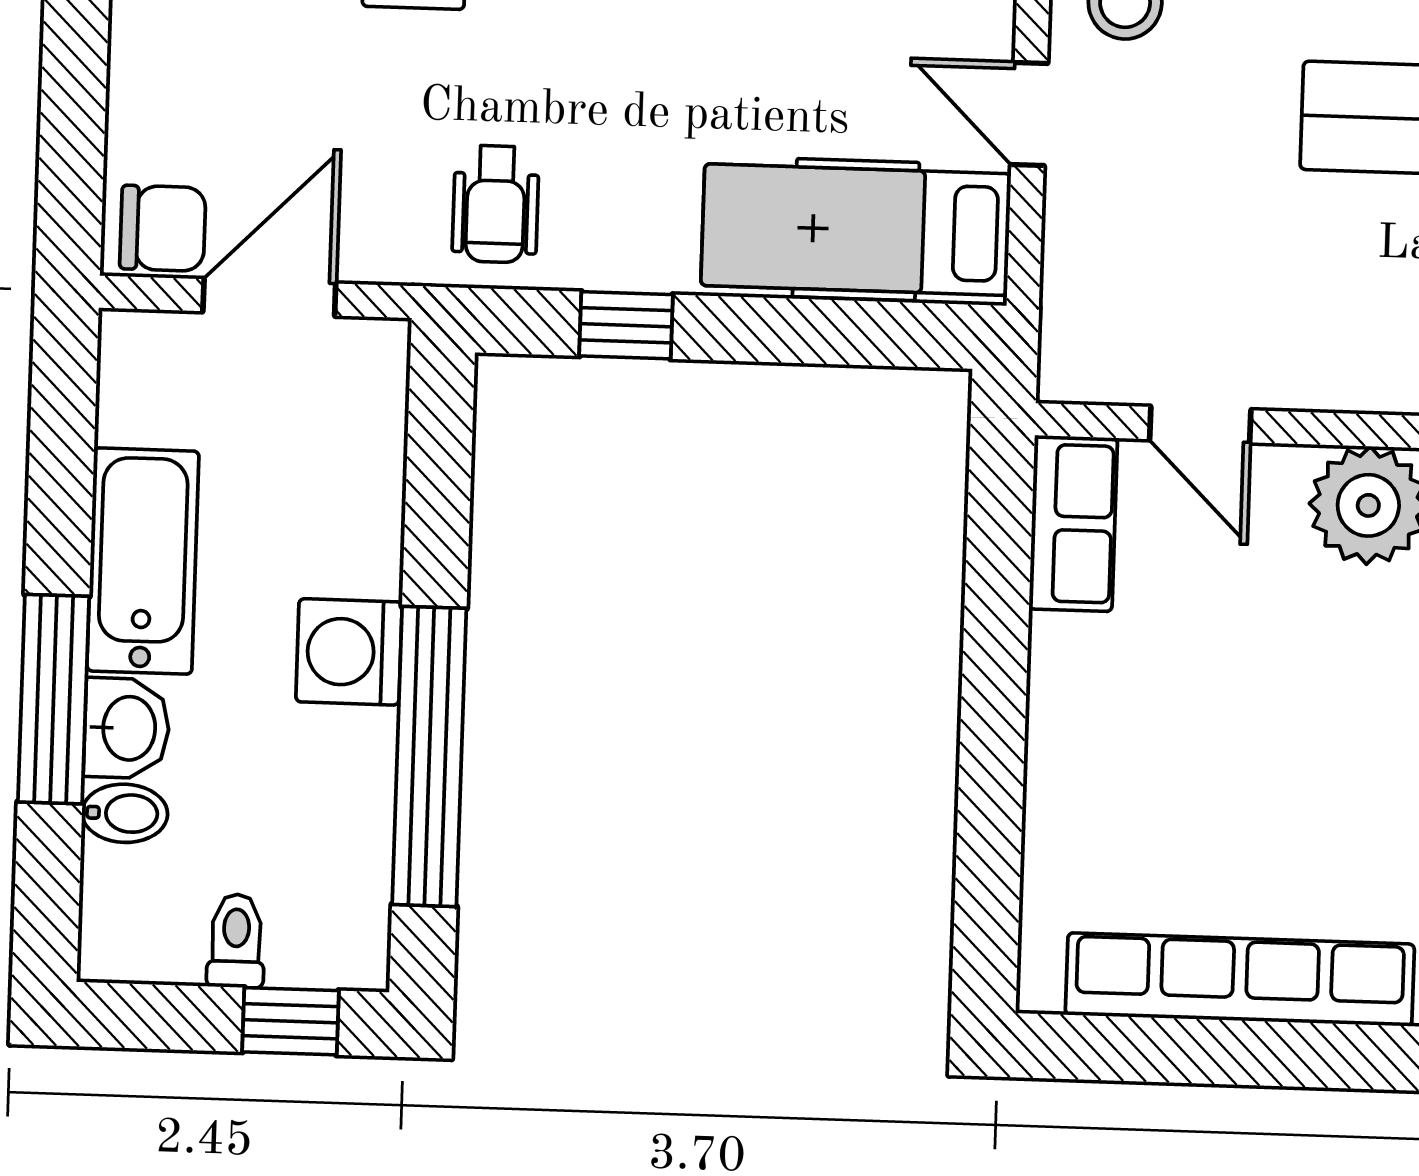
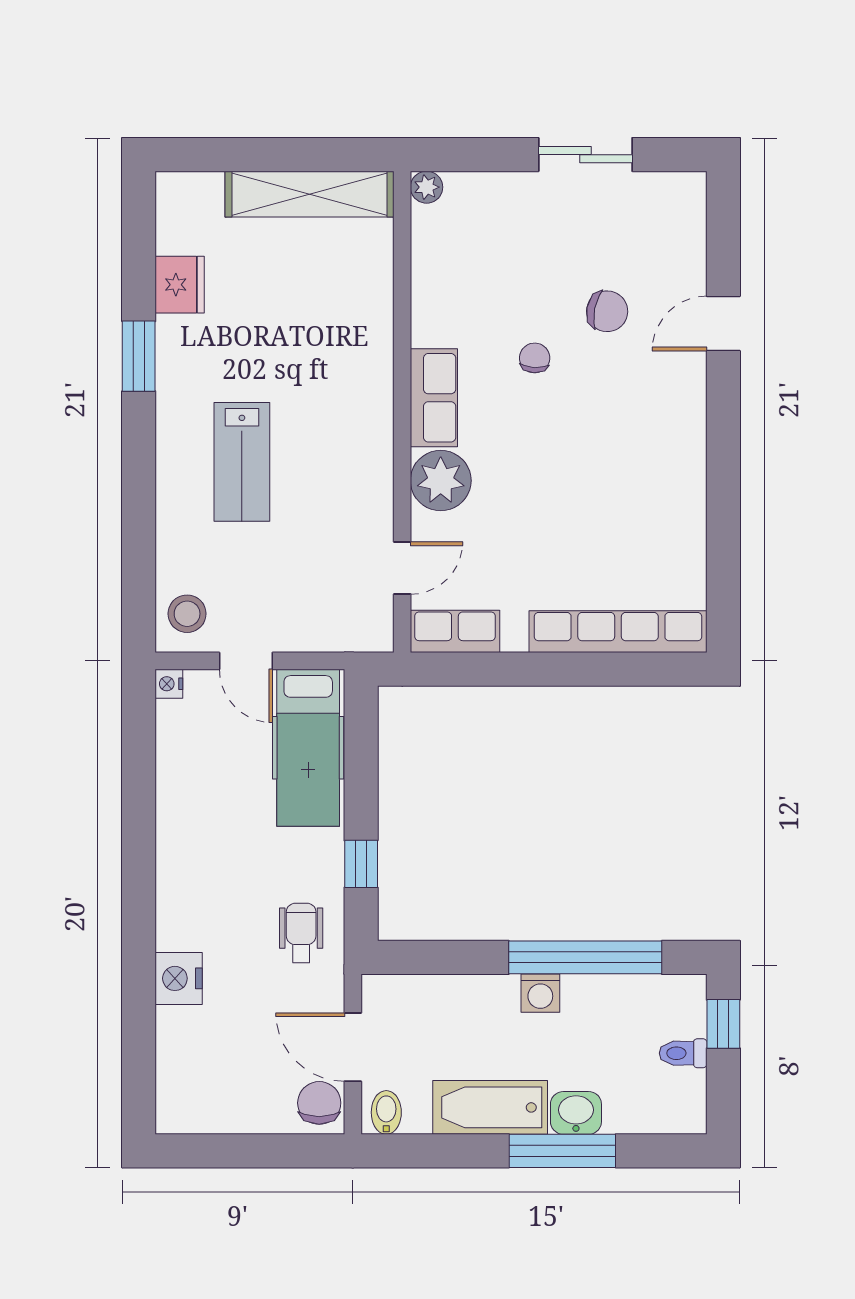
door: (1029, 114) -> (246, 661), hinge flipped
wheelchair: (496, 204) -> (301, 933), turned -90
washing machine: (349, 652) -> (540, 993), width x0.73, depth x0.73
bidet: (125, 813) -> (386, 1112), moved
row of seats: (1240, 979) -> (618, 632), moved, turned 90

